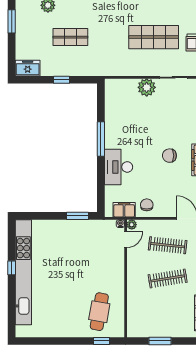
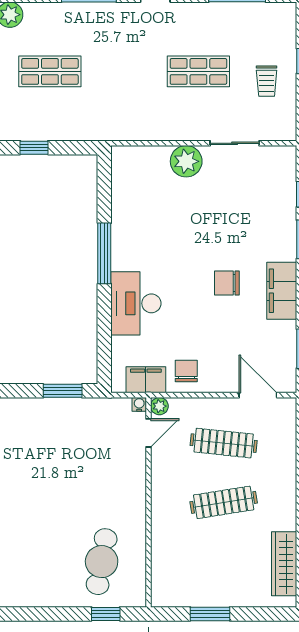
shop shelf: (154, 37) -> (198, 71), width x0.70, depth x0.74

